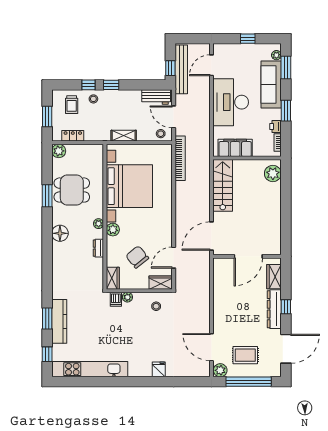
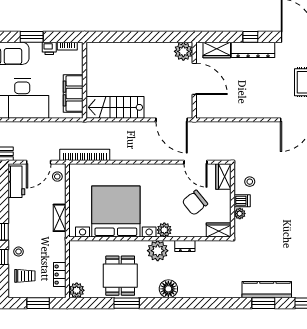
plant: (273, 174) -> (183, 51), moved
plant: (99, 224) -> (158, 251), width x1.88, depth x1.88
dishwasher: (116, 299) -> (242, 201), moved

